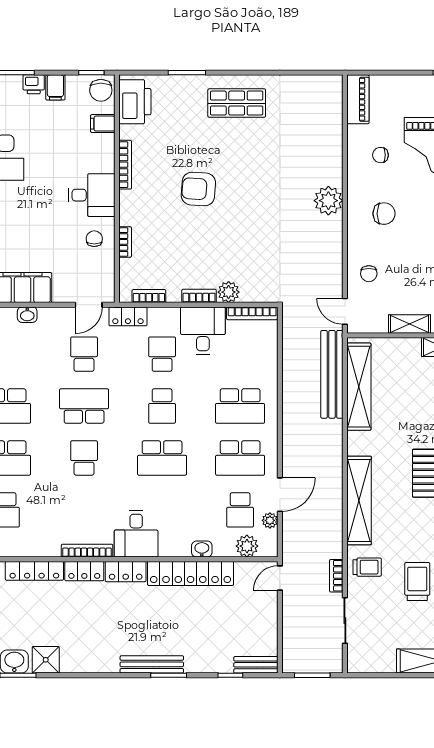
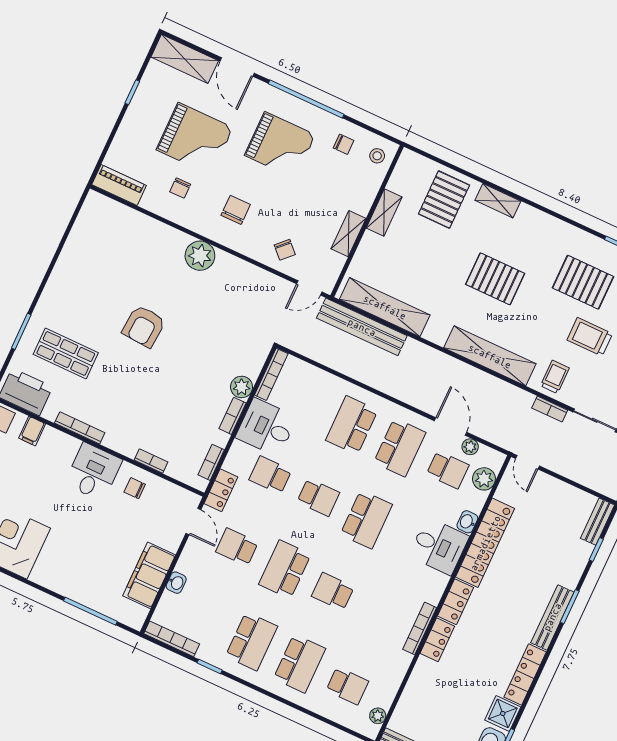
shop shelf: (237, 103) -> (66, 353), moved, turned 90
armchair: (198, 189) -> (144, 326), moved
chair: (369, 274) -> (285, 250), turned 45
school desk: (240, 406) -> (352, 425), turned 180
desk: (136, 534) -> (439, 546), moved
locker: (34, 571) -> (525, 675), moved, turned 180

